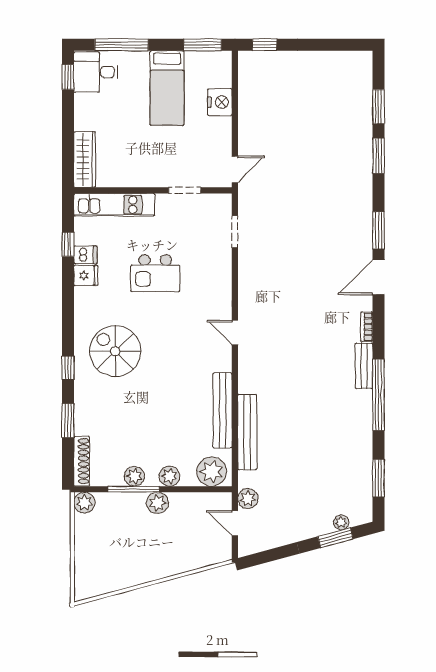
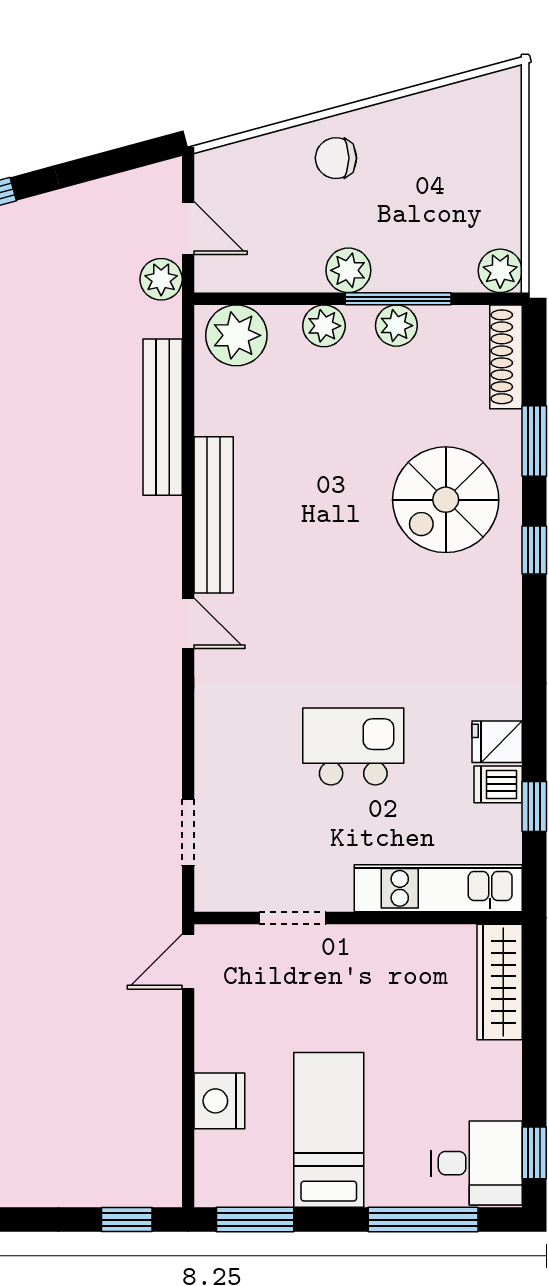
spiral stairs: (115, 351) -> (446, 500), moved, turned 90
bench: (223, 410) -> (214, 515), moved
chair: (164, 557) -> (336, 158), added

